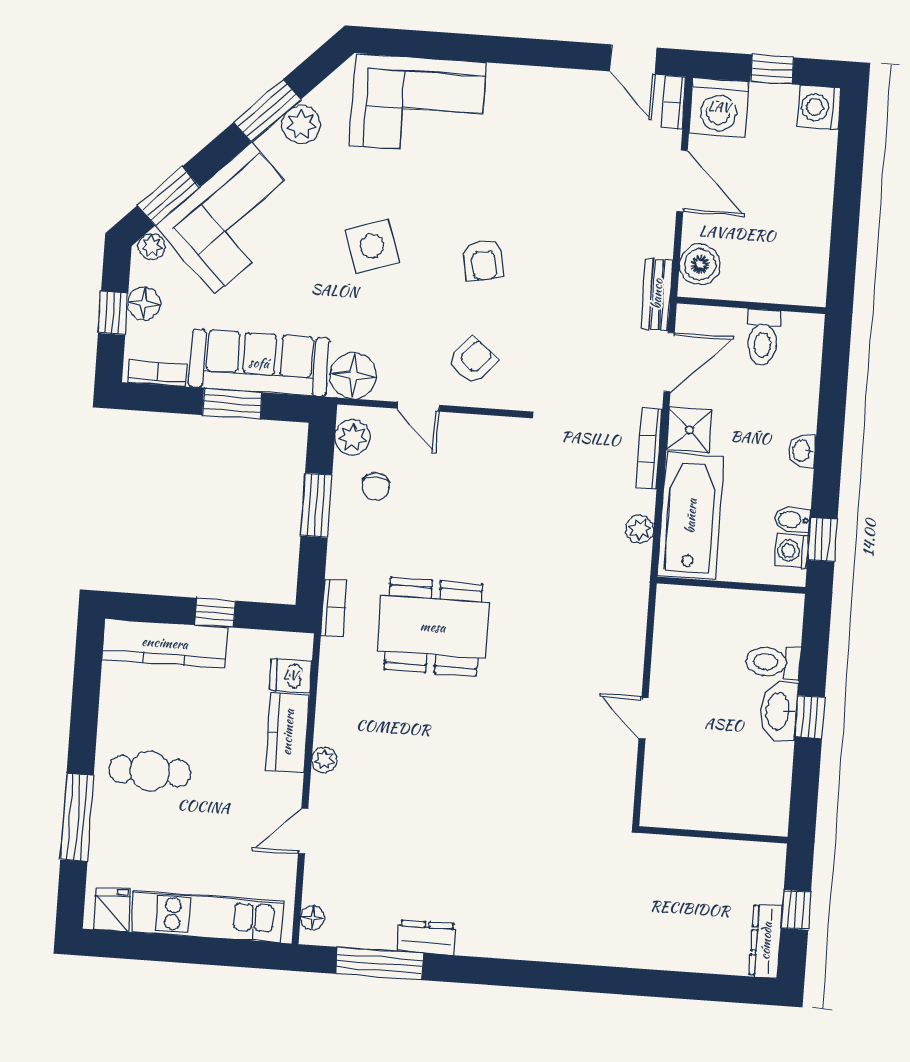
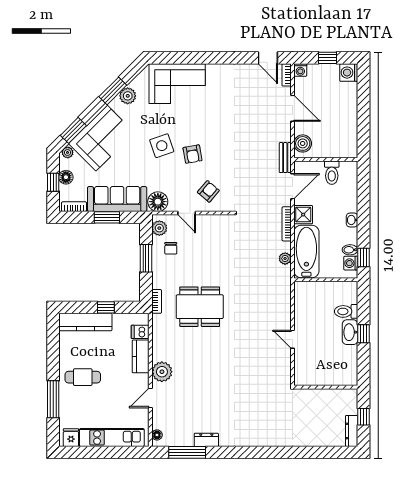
washing machine: (719, 107) -> (300, 70), width x0.53, depth x0.53
armchair: (483, 260) -> (192, 154), moved
plant: (324, 760) -> (162, 372), width x1.87, depth x1.87

